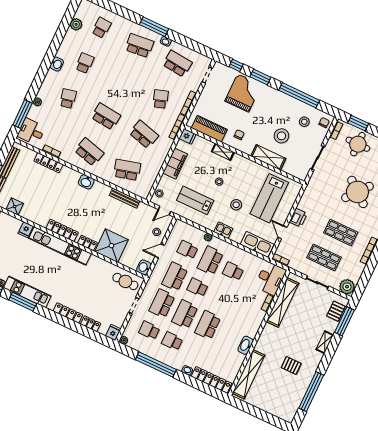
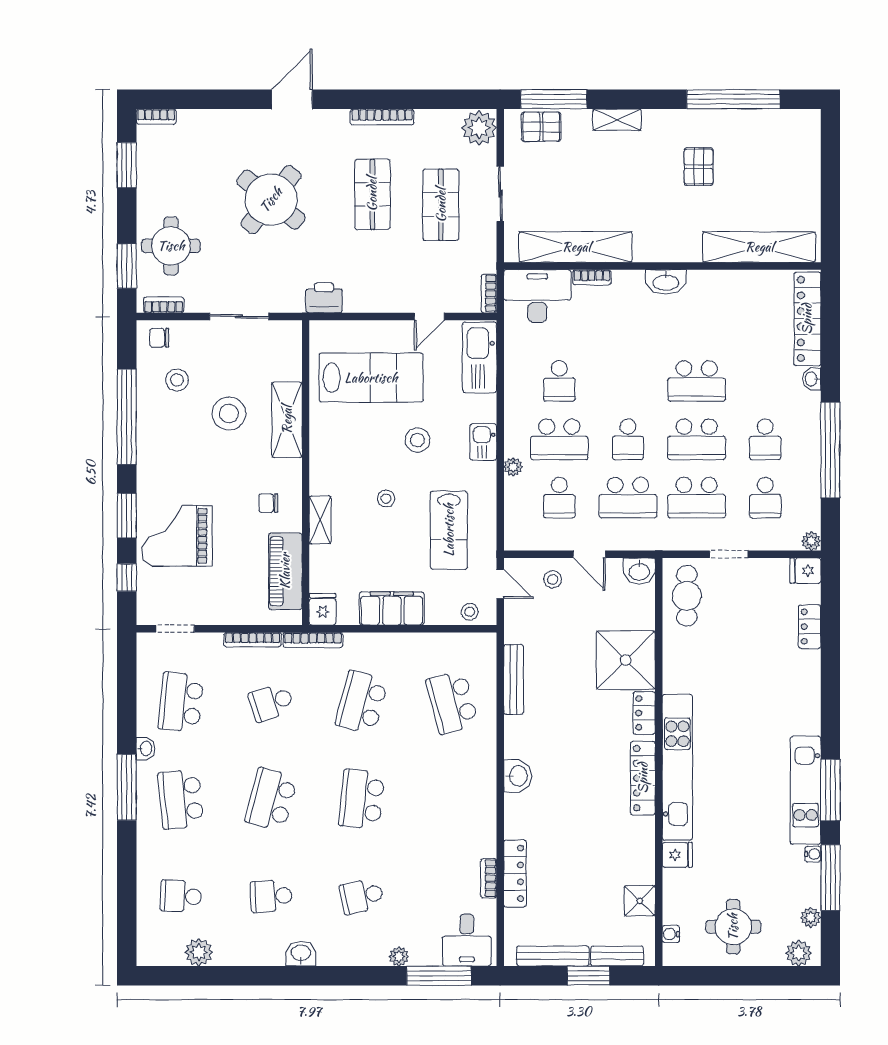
school desk: (89, 152) -> (271, 799), moved
printer: (298, 218) -> (324, 298), moved
locker: (68, 313) -> (809, 685), removed
washbasin: (246, 345) -> (666, 282), moved

